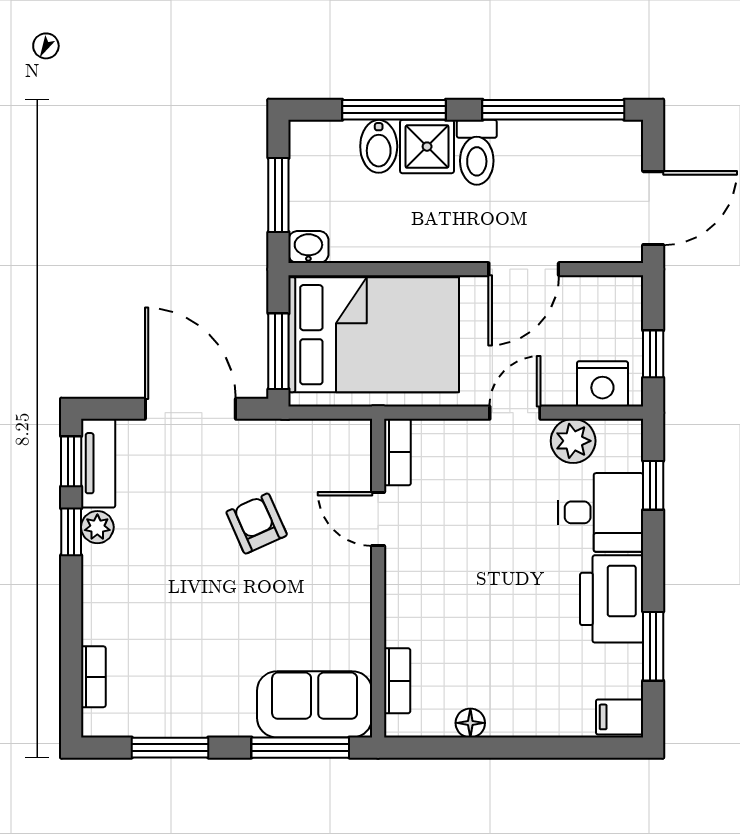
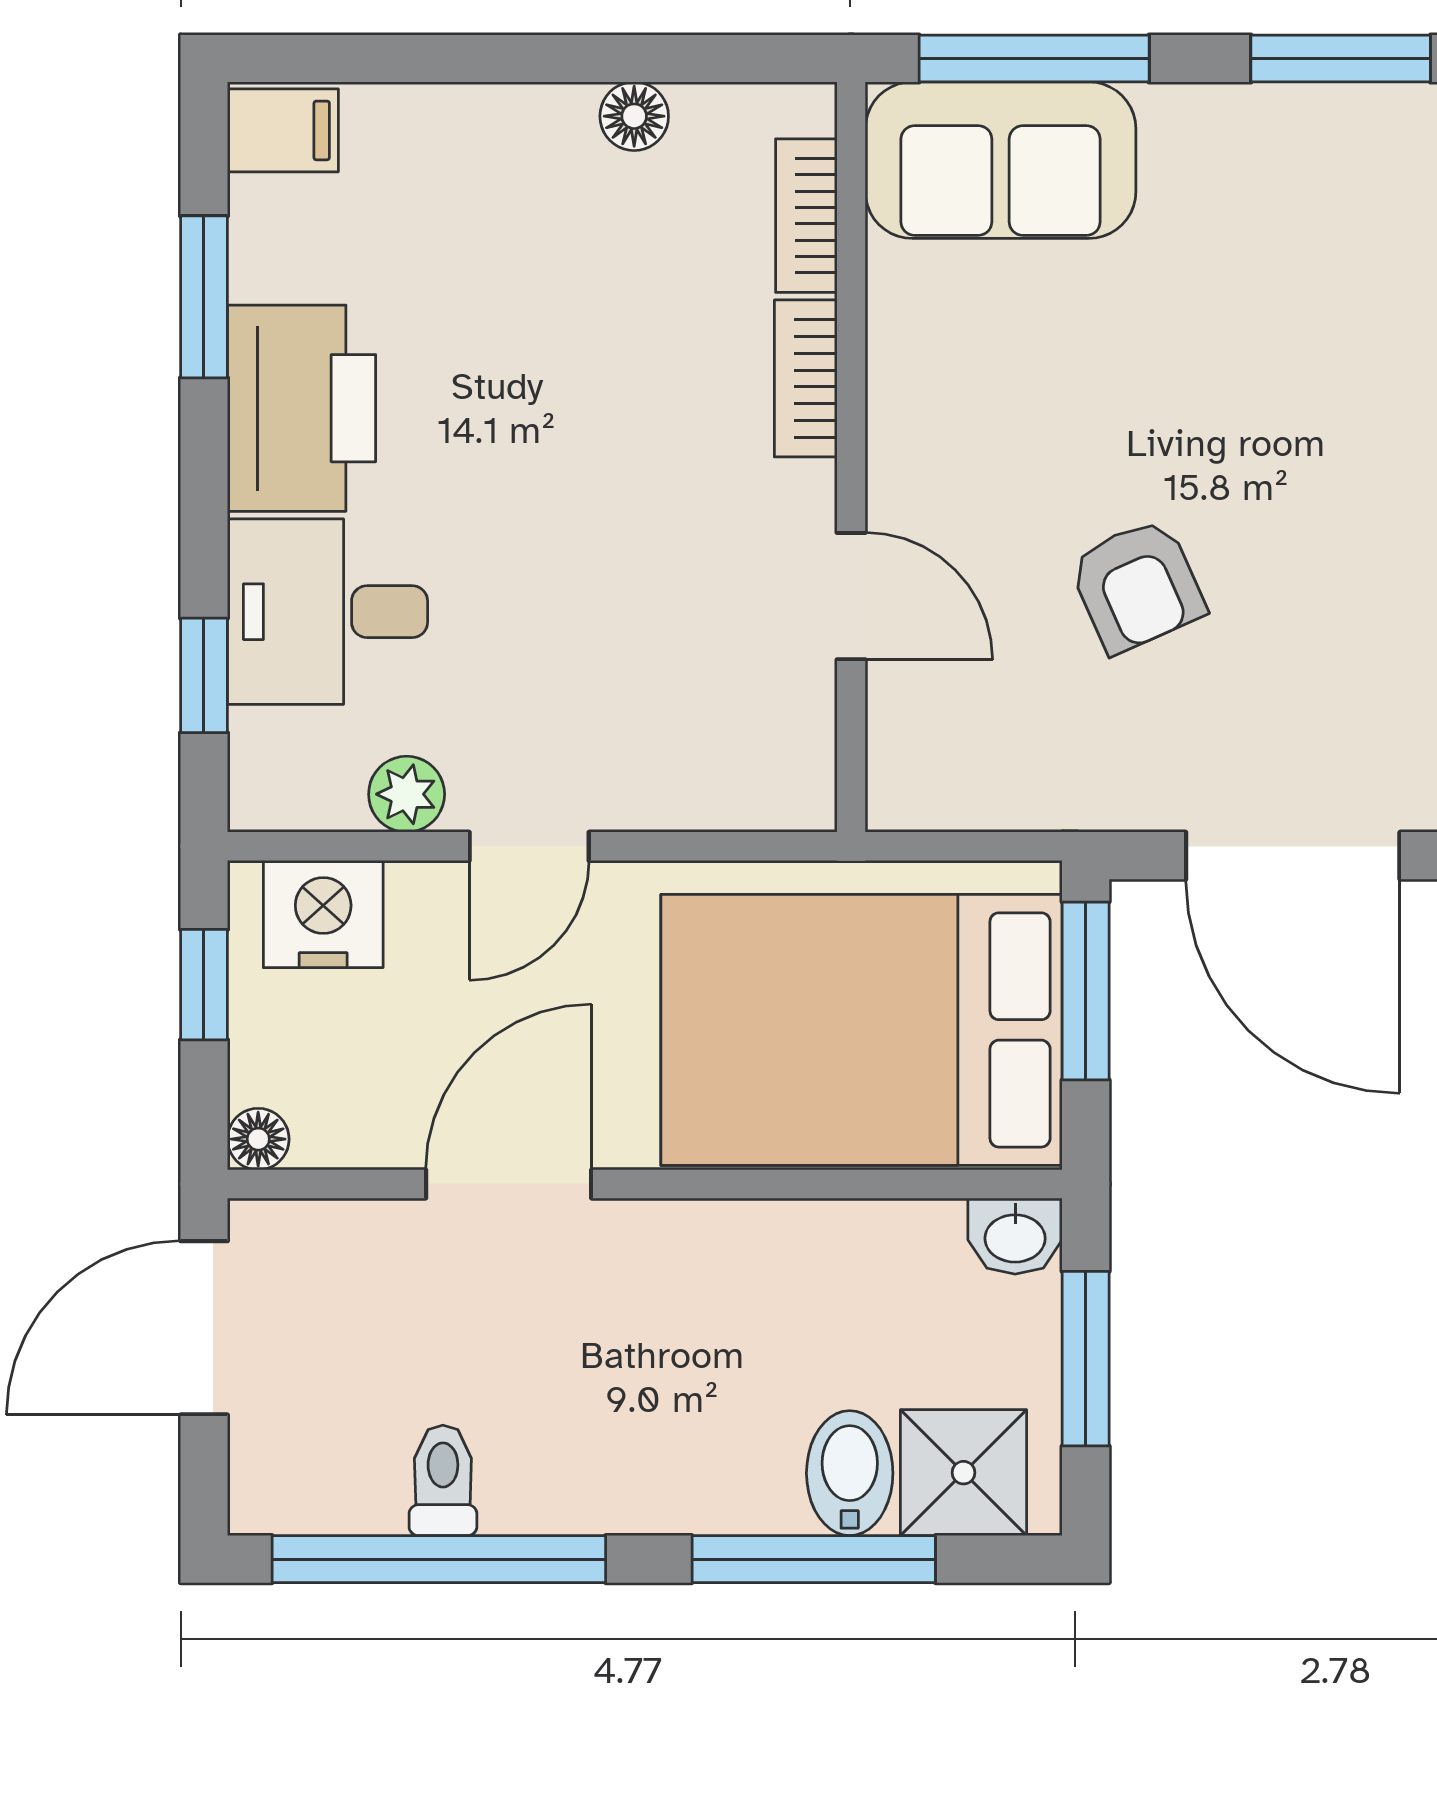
shower: (427, 147) -> (963, 1473), moved
toilet: (477, 152) -> (443, 1480), moved, width x0.73, depth x0.72
floor lamp: (630, 288) -> (258, 1139), added
plant: (573, 441) -> (407, 794), width x0.73, depth x0.73
bookcase: (397, 452) -> (806, 378), moved

